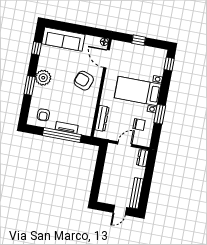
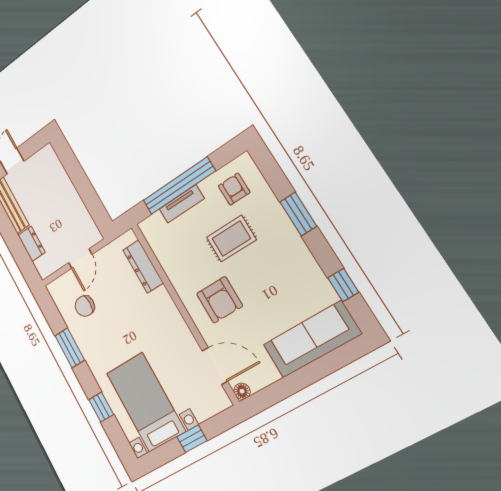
window: (169, 64) -> (101, 407), moved
plant: (43, 78) -> (288, 247), removed
armchair: (84, 81) -> (219, 300), turned 70
bed with nightstands: (138, 91) -> (146, 402), moved, turned -90
rug: (60, 98) -> (231, 239), added
dresser: (143, 158) -> (32, 244), moved

